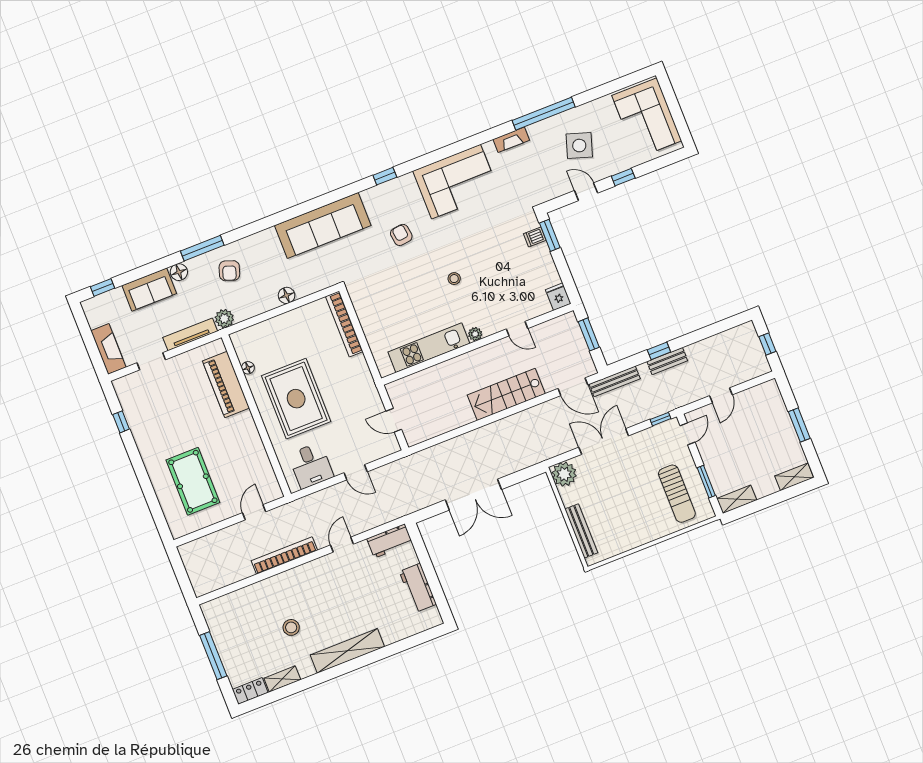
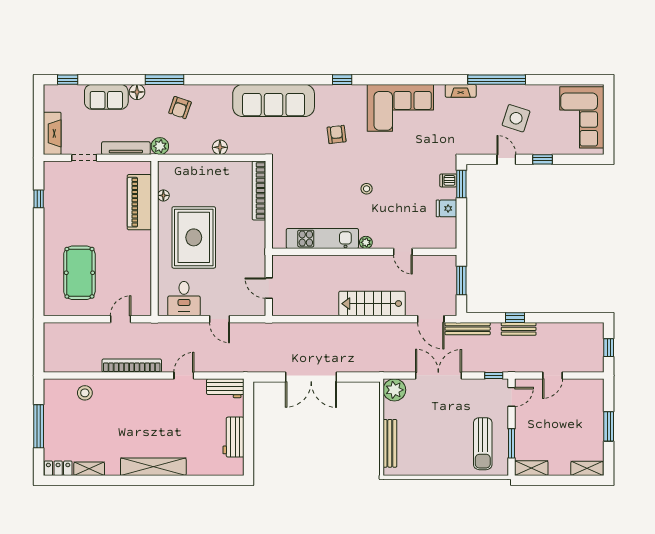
fridge: (558, 297) -> (447, 208), moved, turned -90
stool: (291, 627) -> (85, 393), moved

